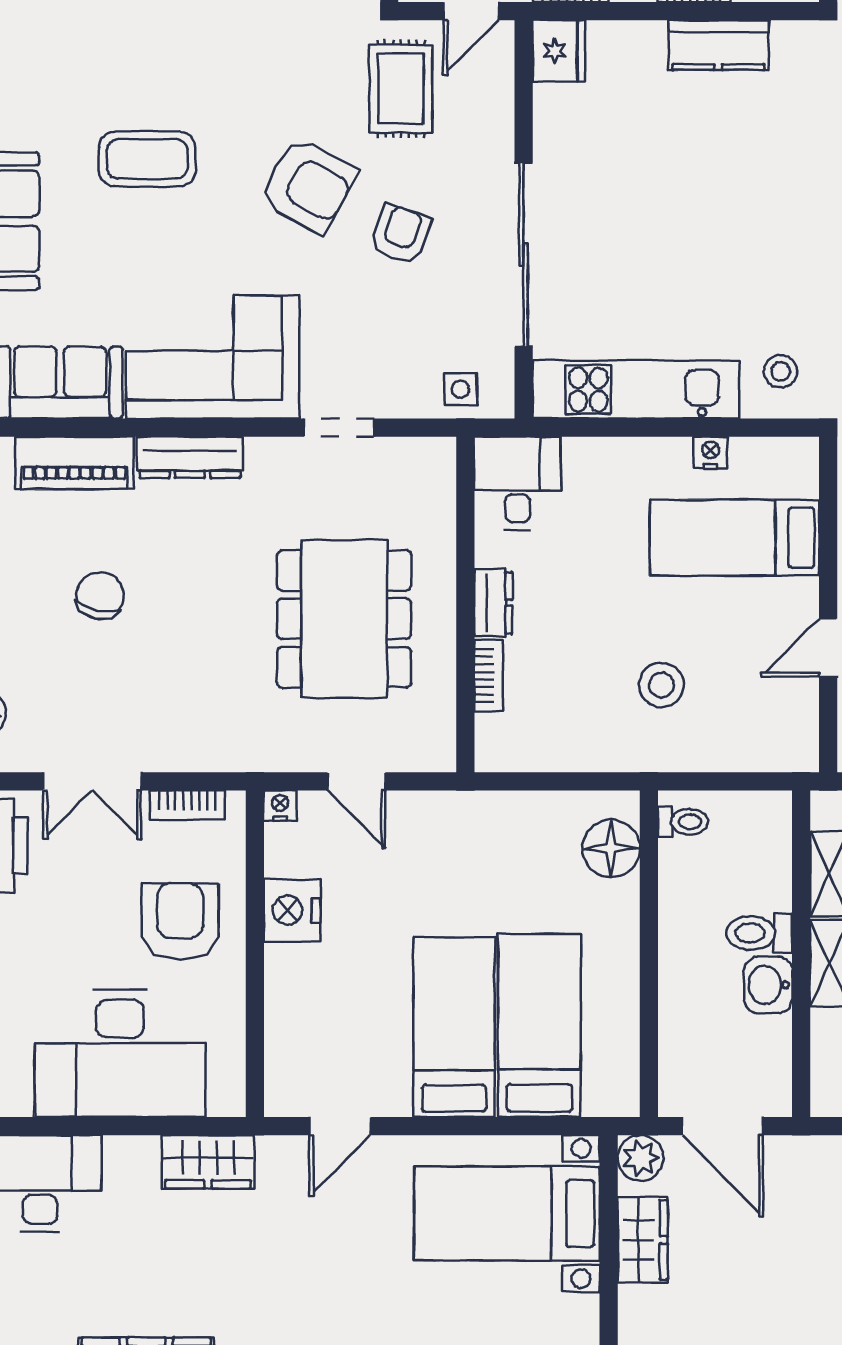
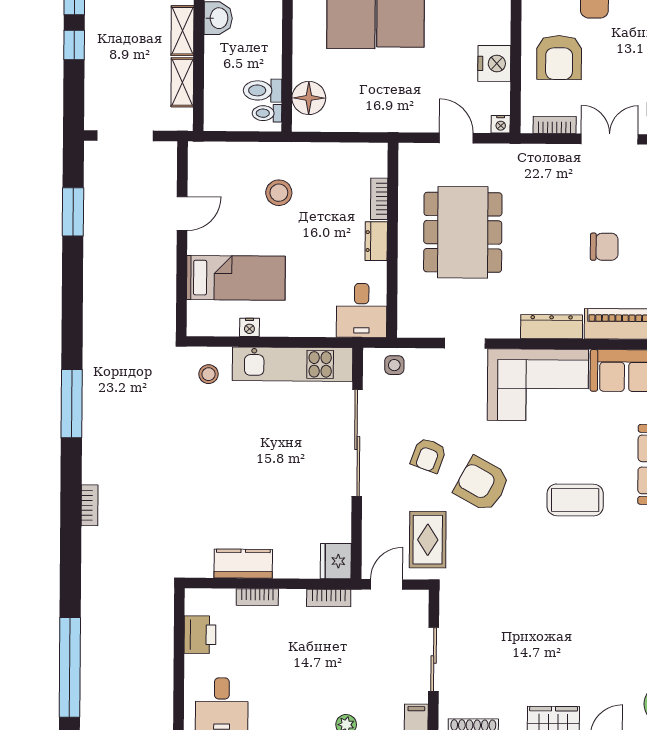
chair: (100, 596) -> (604, 247), turned -103
toilet: (759, 933) -> (263, 91), moved, turned 180

